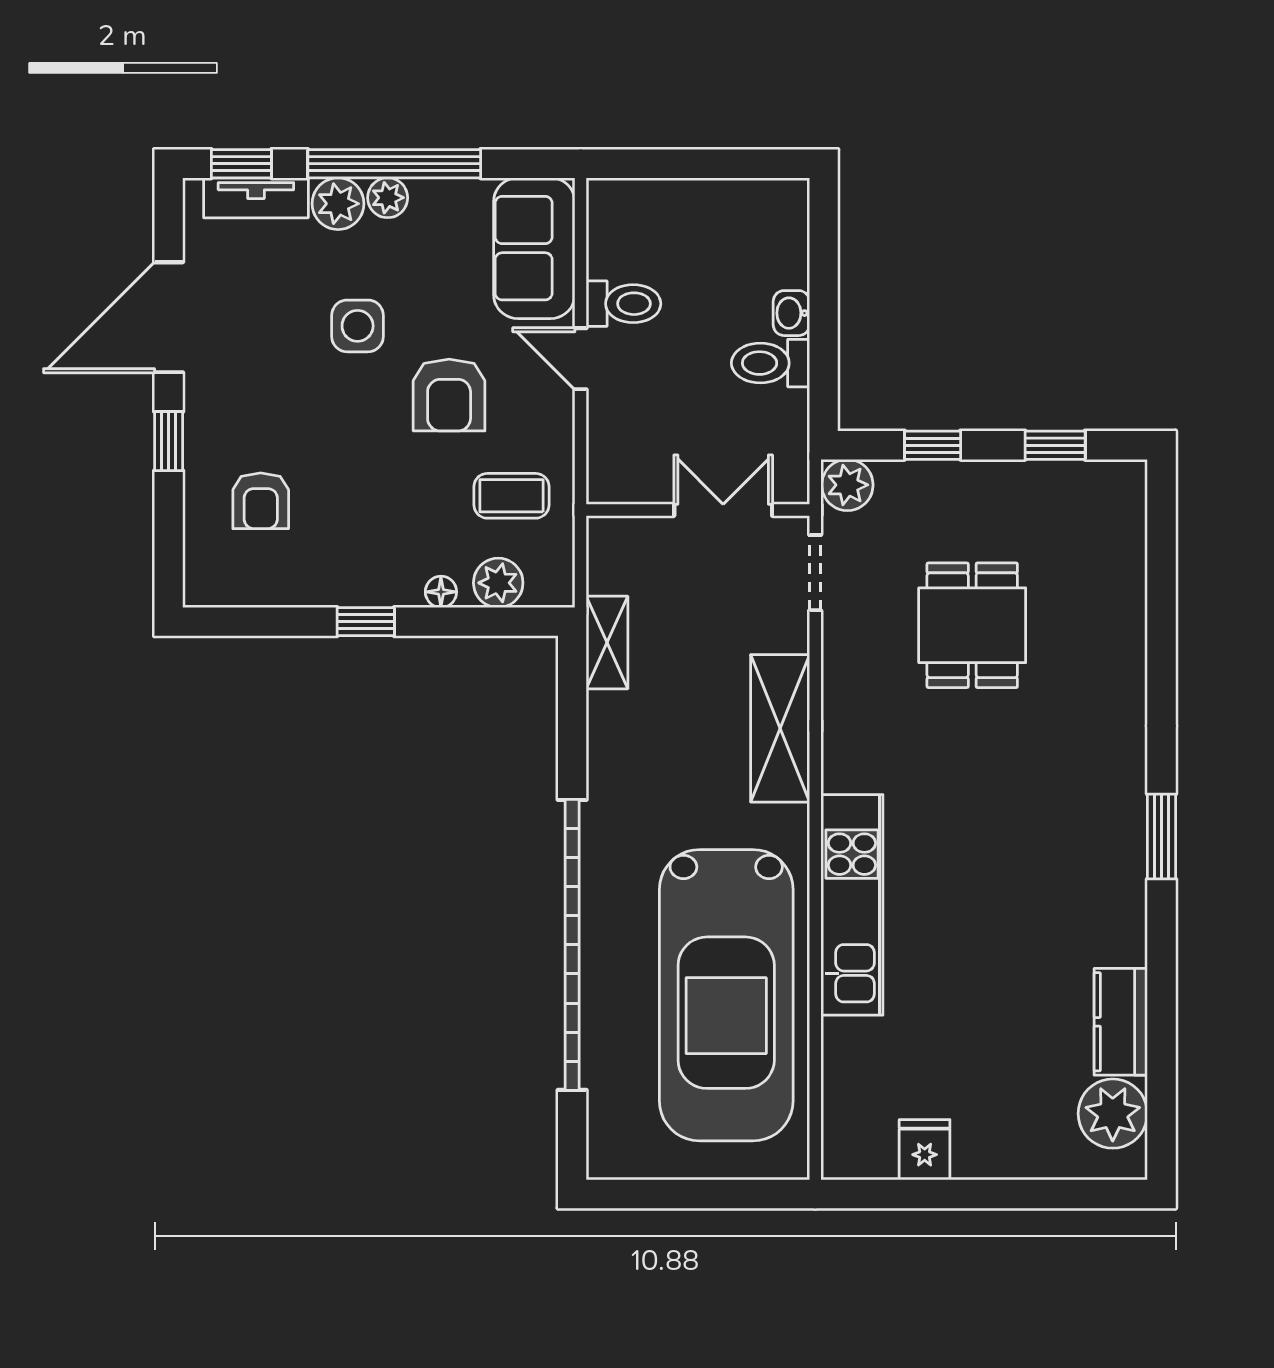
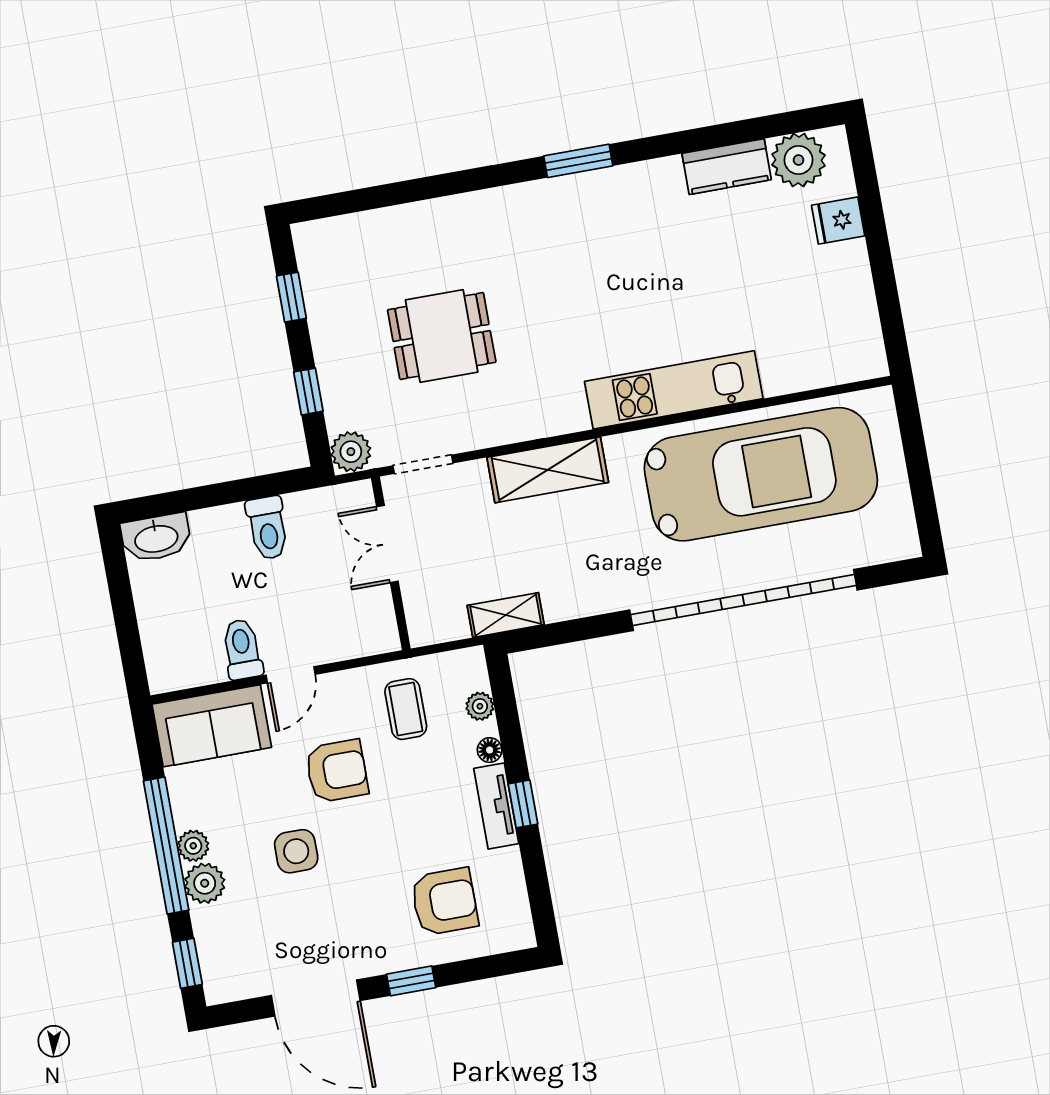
tv unit: (256, 198) -> (496, 806), moved, turned 180
washbasin: (791, 313) -> (156, 538), moved, width x1.91, depth x1.45
armchair: (261, 501) -> (444, 902), width x1.38, depth x1.38
plant: (498, 583) -> (480, 706), width x0.73, depth x0.73
fridge: (925, 1150) -> (838, 221), moved

